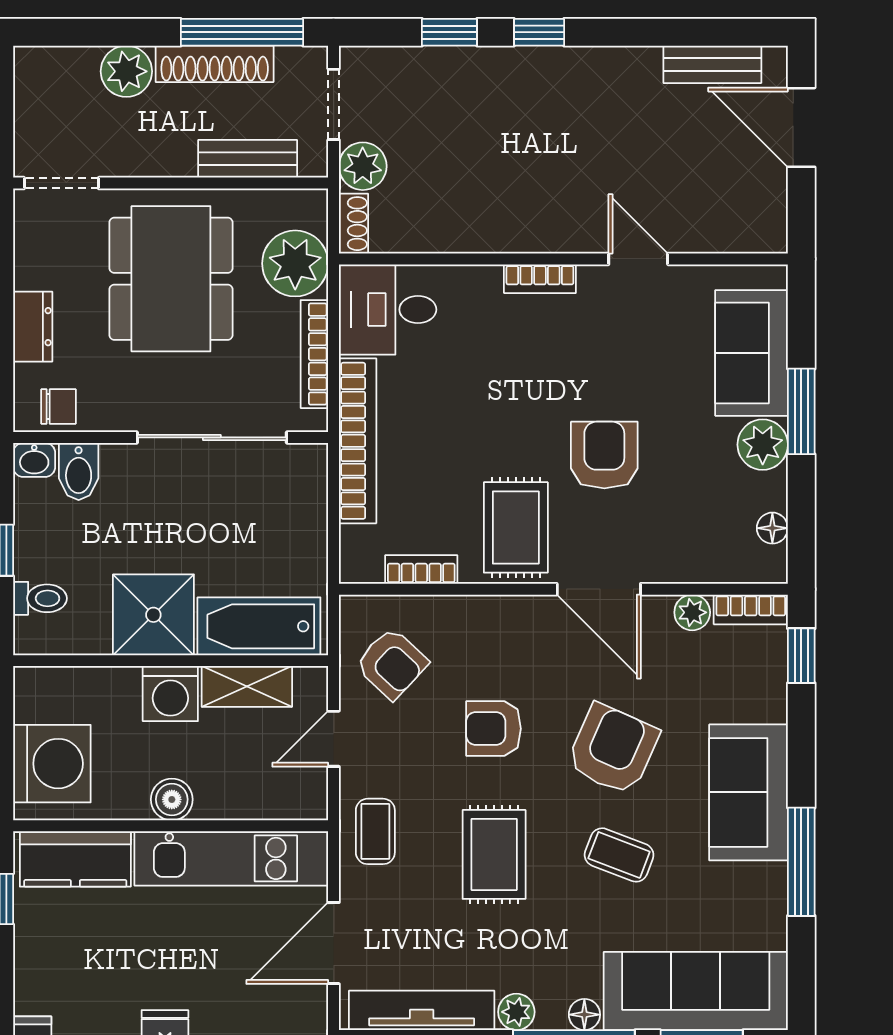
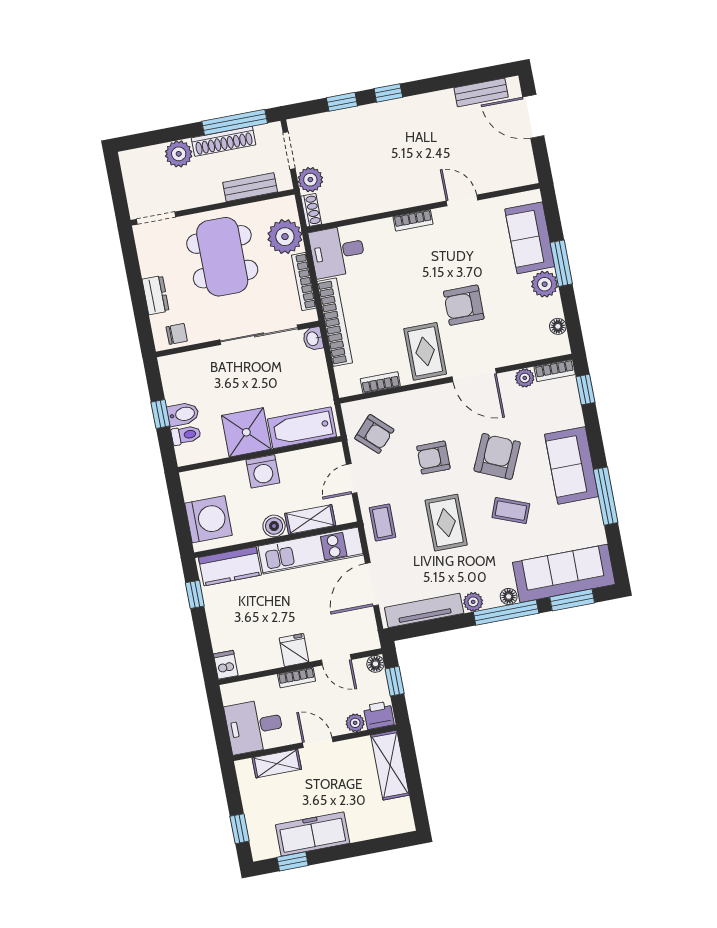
armchair: (604, 455) -> (464, 305), turned -90
washbasin: (34, 460) -> (313, 339), moved, turned 90
bidet: (79, 471) -> (183, 414), moved, turned -90
shelving: (247, 686) -> (310, 519), moved

